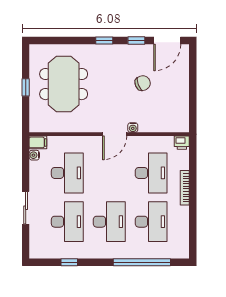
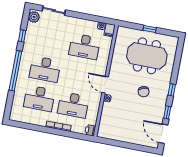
chair: (143, 83) -> (144, 92), moved
sliding door: (26, 208) -> (54, 11), moved
desk: (67, 222) -> (51, 40), removed
plant: (40, 251) -> (34, 17), added
window: (142, 262) -> (15, 71), moved

